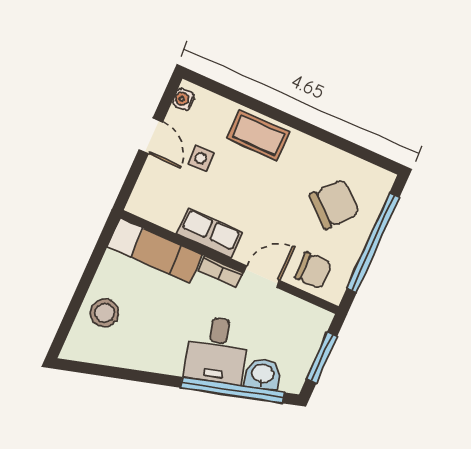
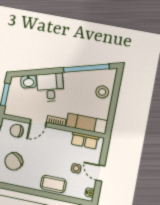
row of seats: (210, 233) -> (85, 140), moved
window: (233, 390) -> (86, 68), moved

